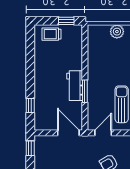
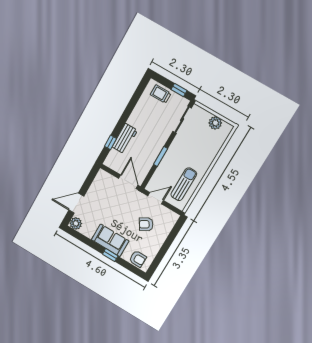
sliding door: (85, 46) -> (182, 120), added
workbench: (75, 86) -> (125, 139), moved, turned 180
window: (30, 148) -> (92, 176), removed

